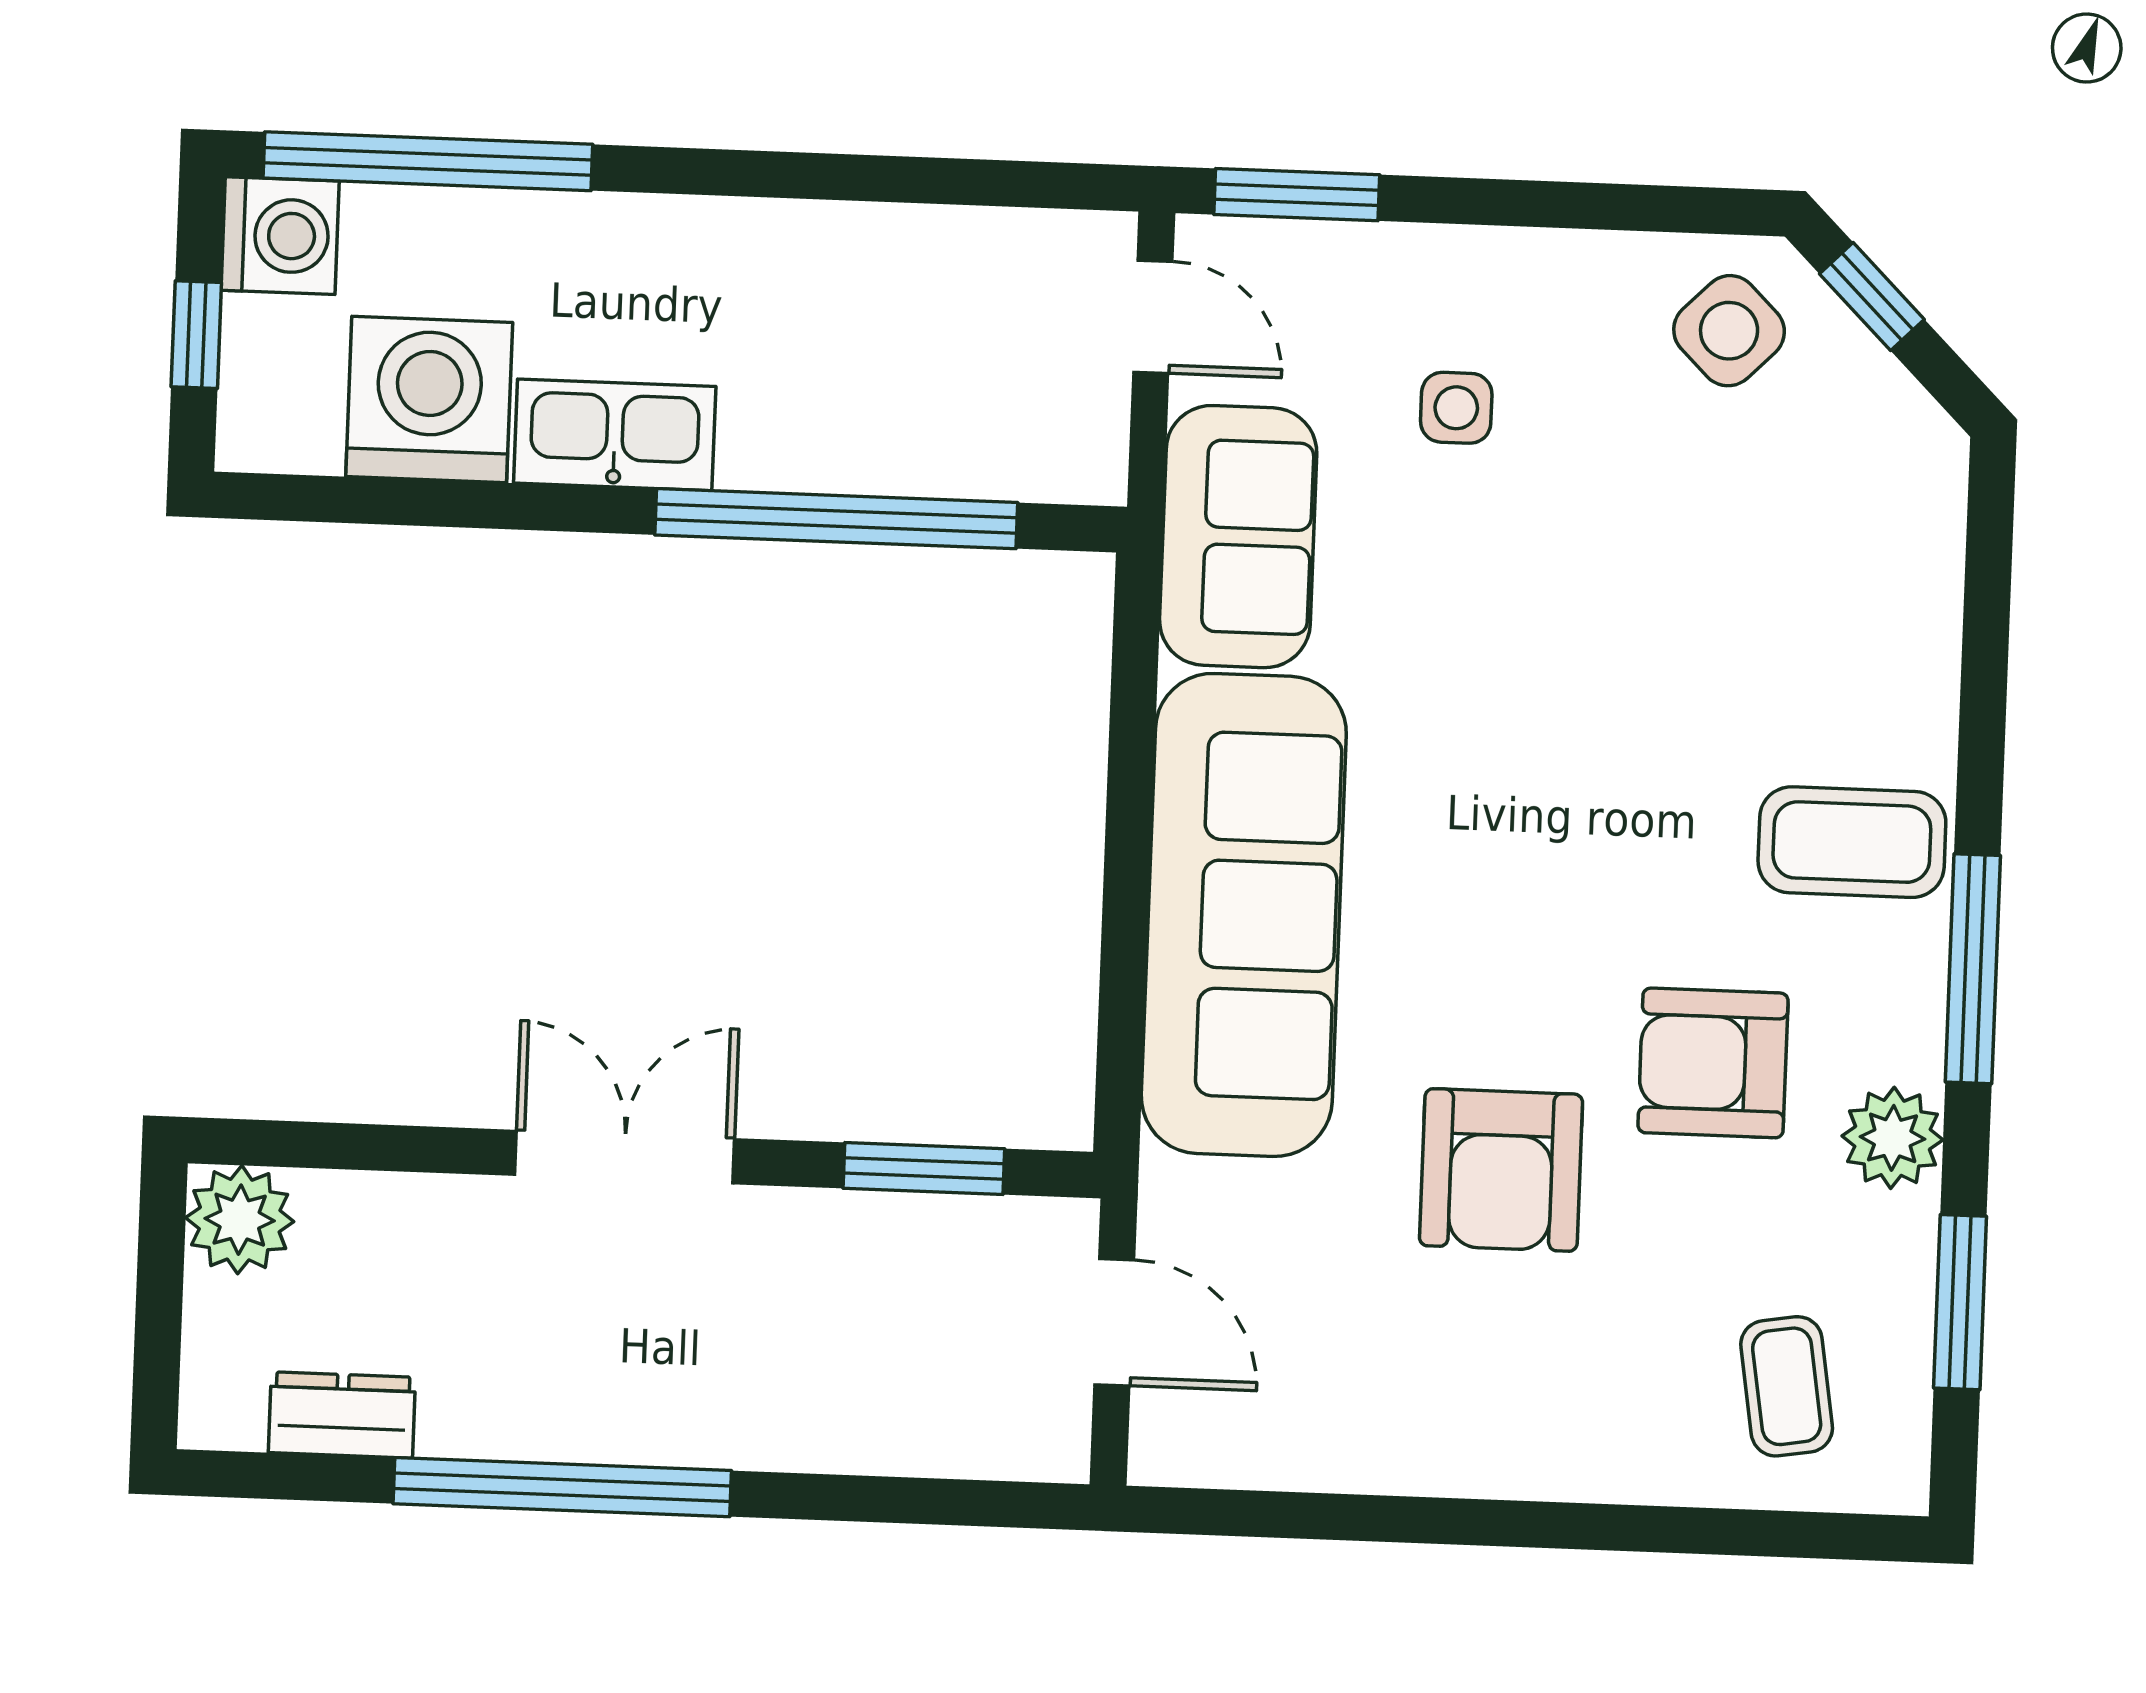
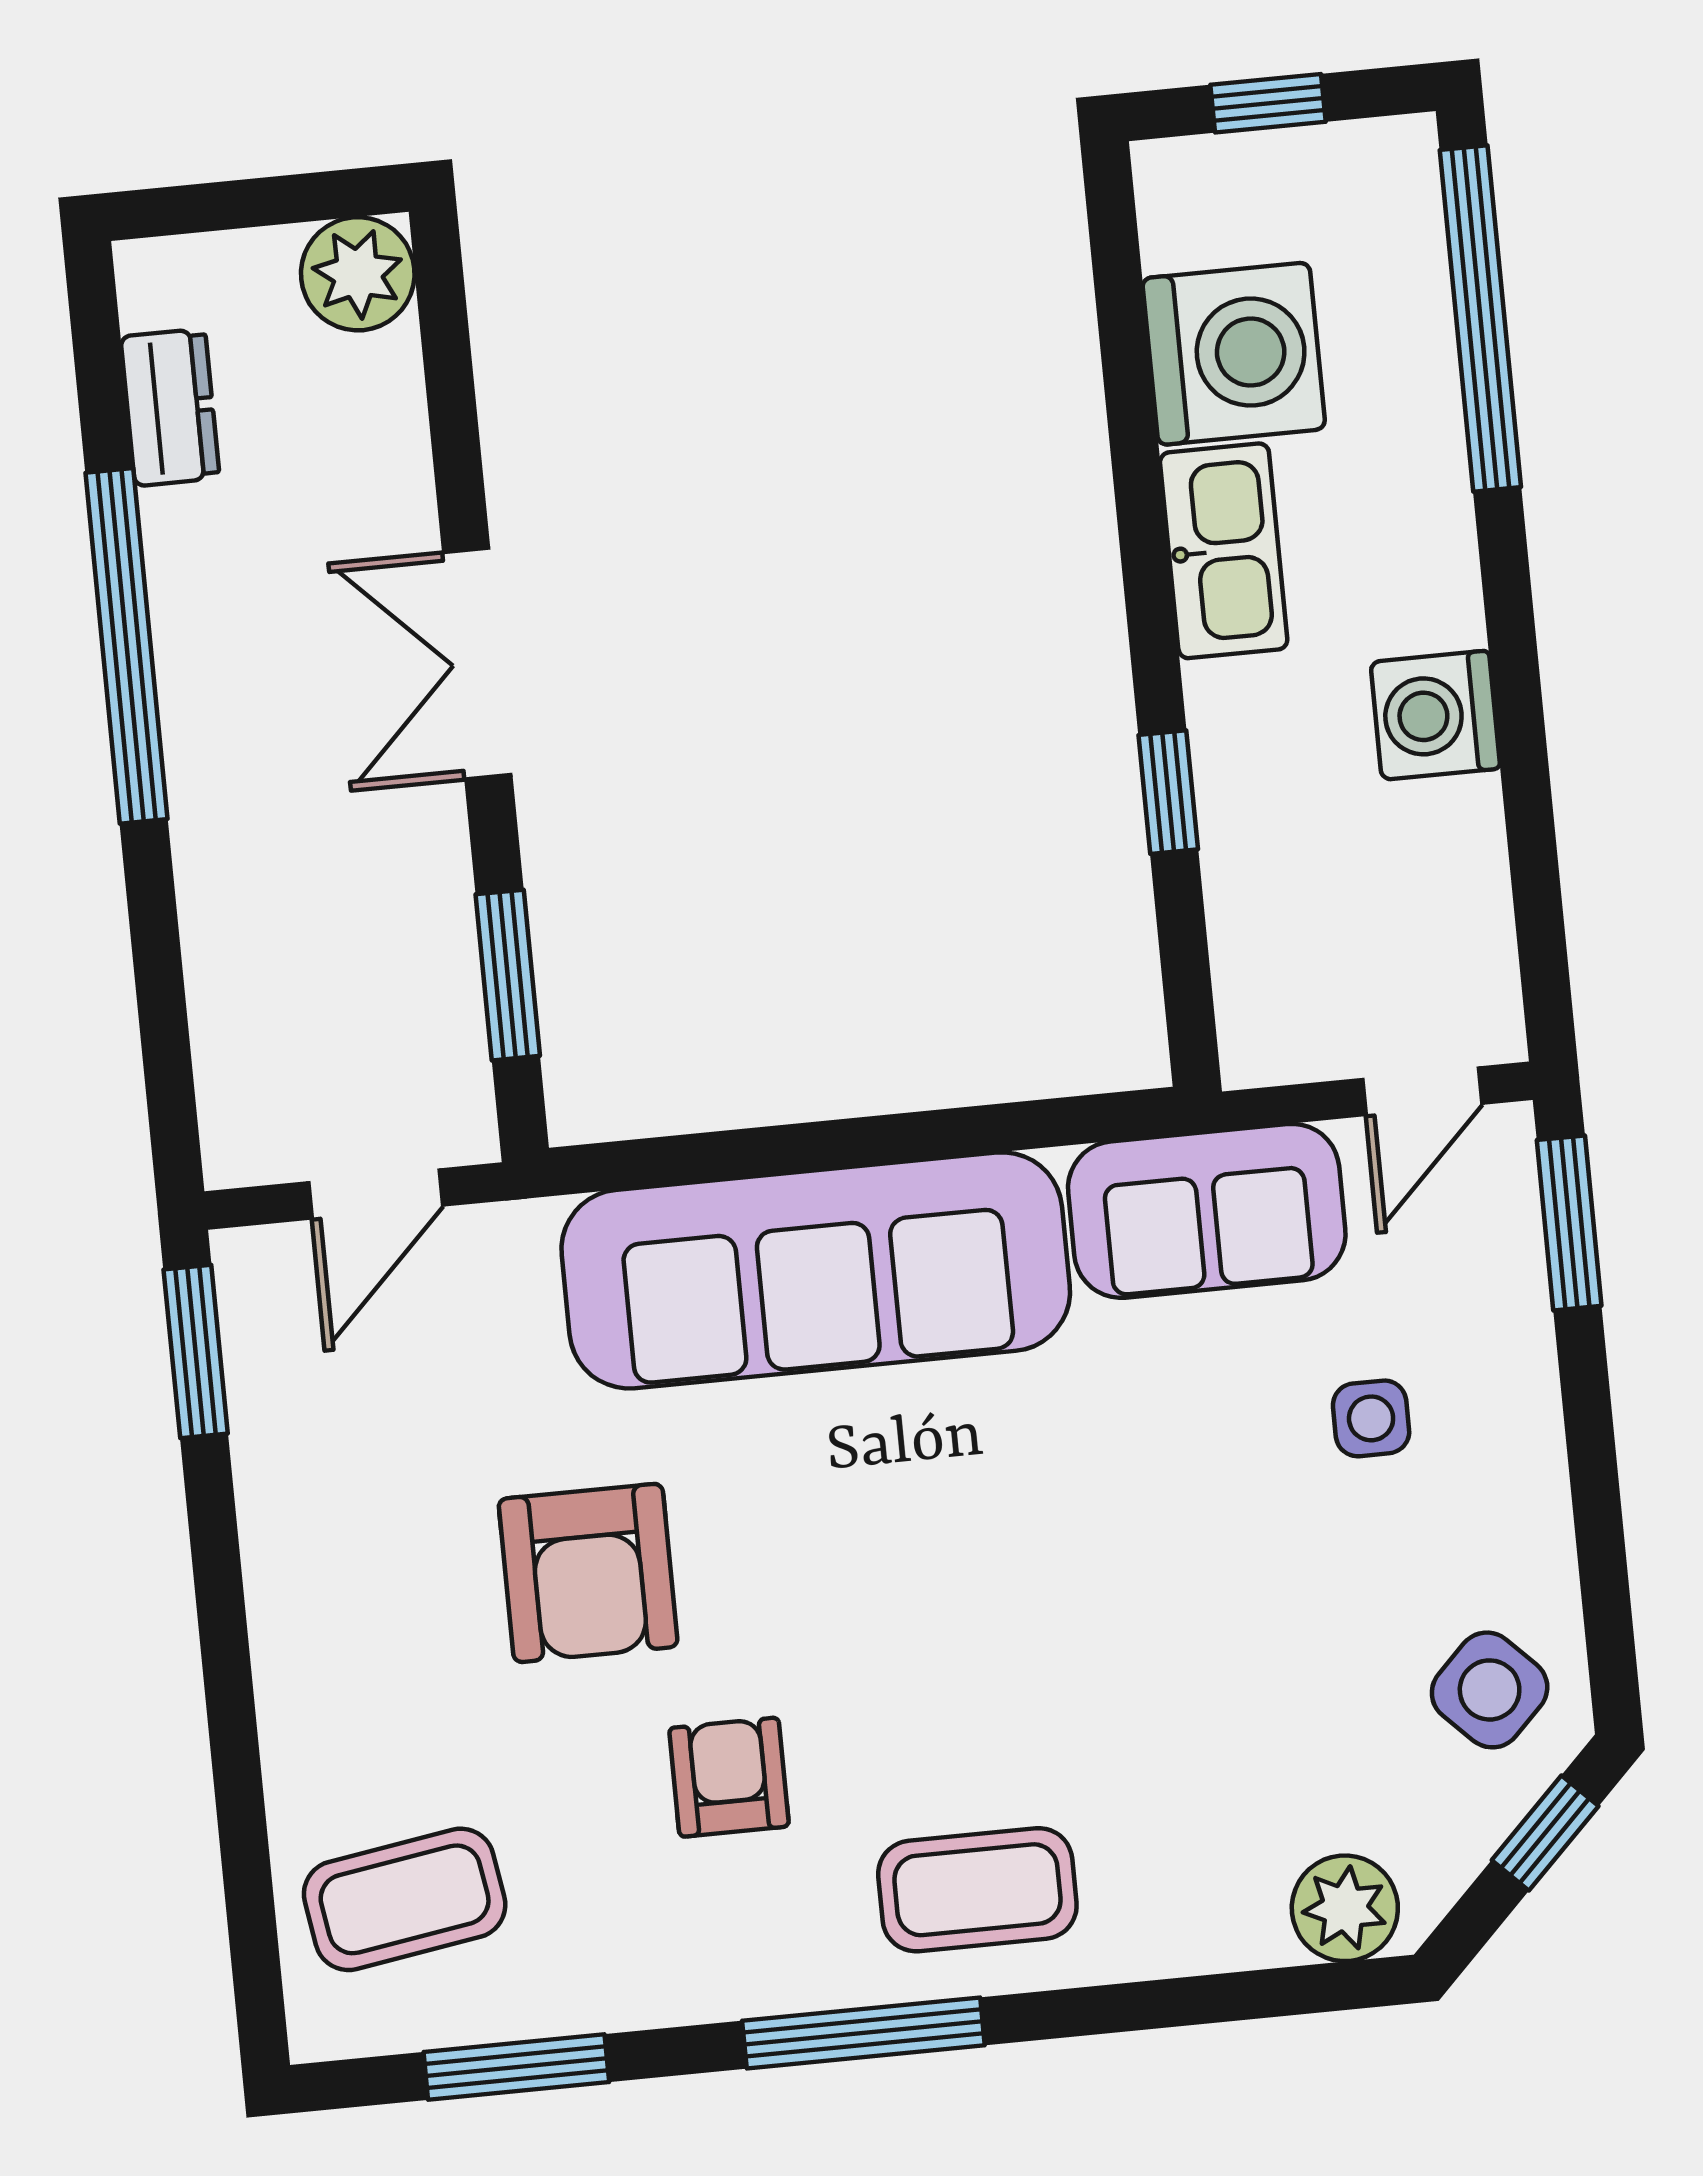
washing machine: (280, 236) -> (1435, 715), moved, turned 90
window: (836, 519) -> (1168, 792), width x0.32
coffee table: (1852, 842) -> (977, 1890), turned 90
armchair: (1713, 1063) -> (729, 1777), width x0.72, depth x0.72
plant: (1893, 1138) -> (1345, 1908), moved
double door: (625, 1157) -> (477, 664), swing flipped
armchair: (1501, 1170) -> (588, 1573), turned -90
coffee table: (1787, 1386) -> (405, 1899), width x1.36, depth x1.30
window: (1240, 1513) -> (196, 1351), added

